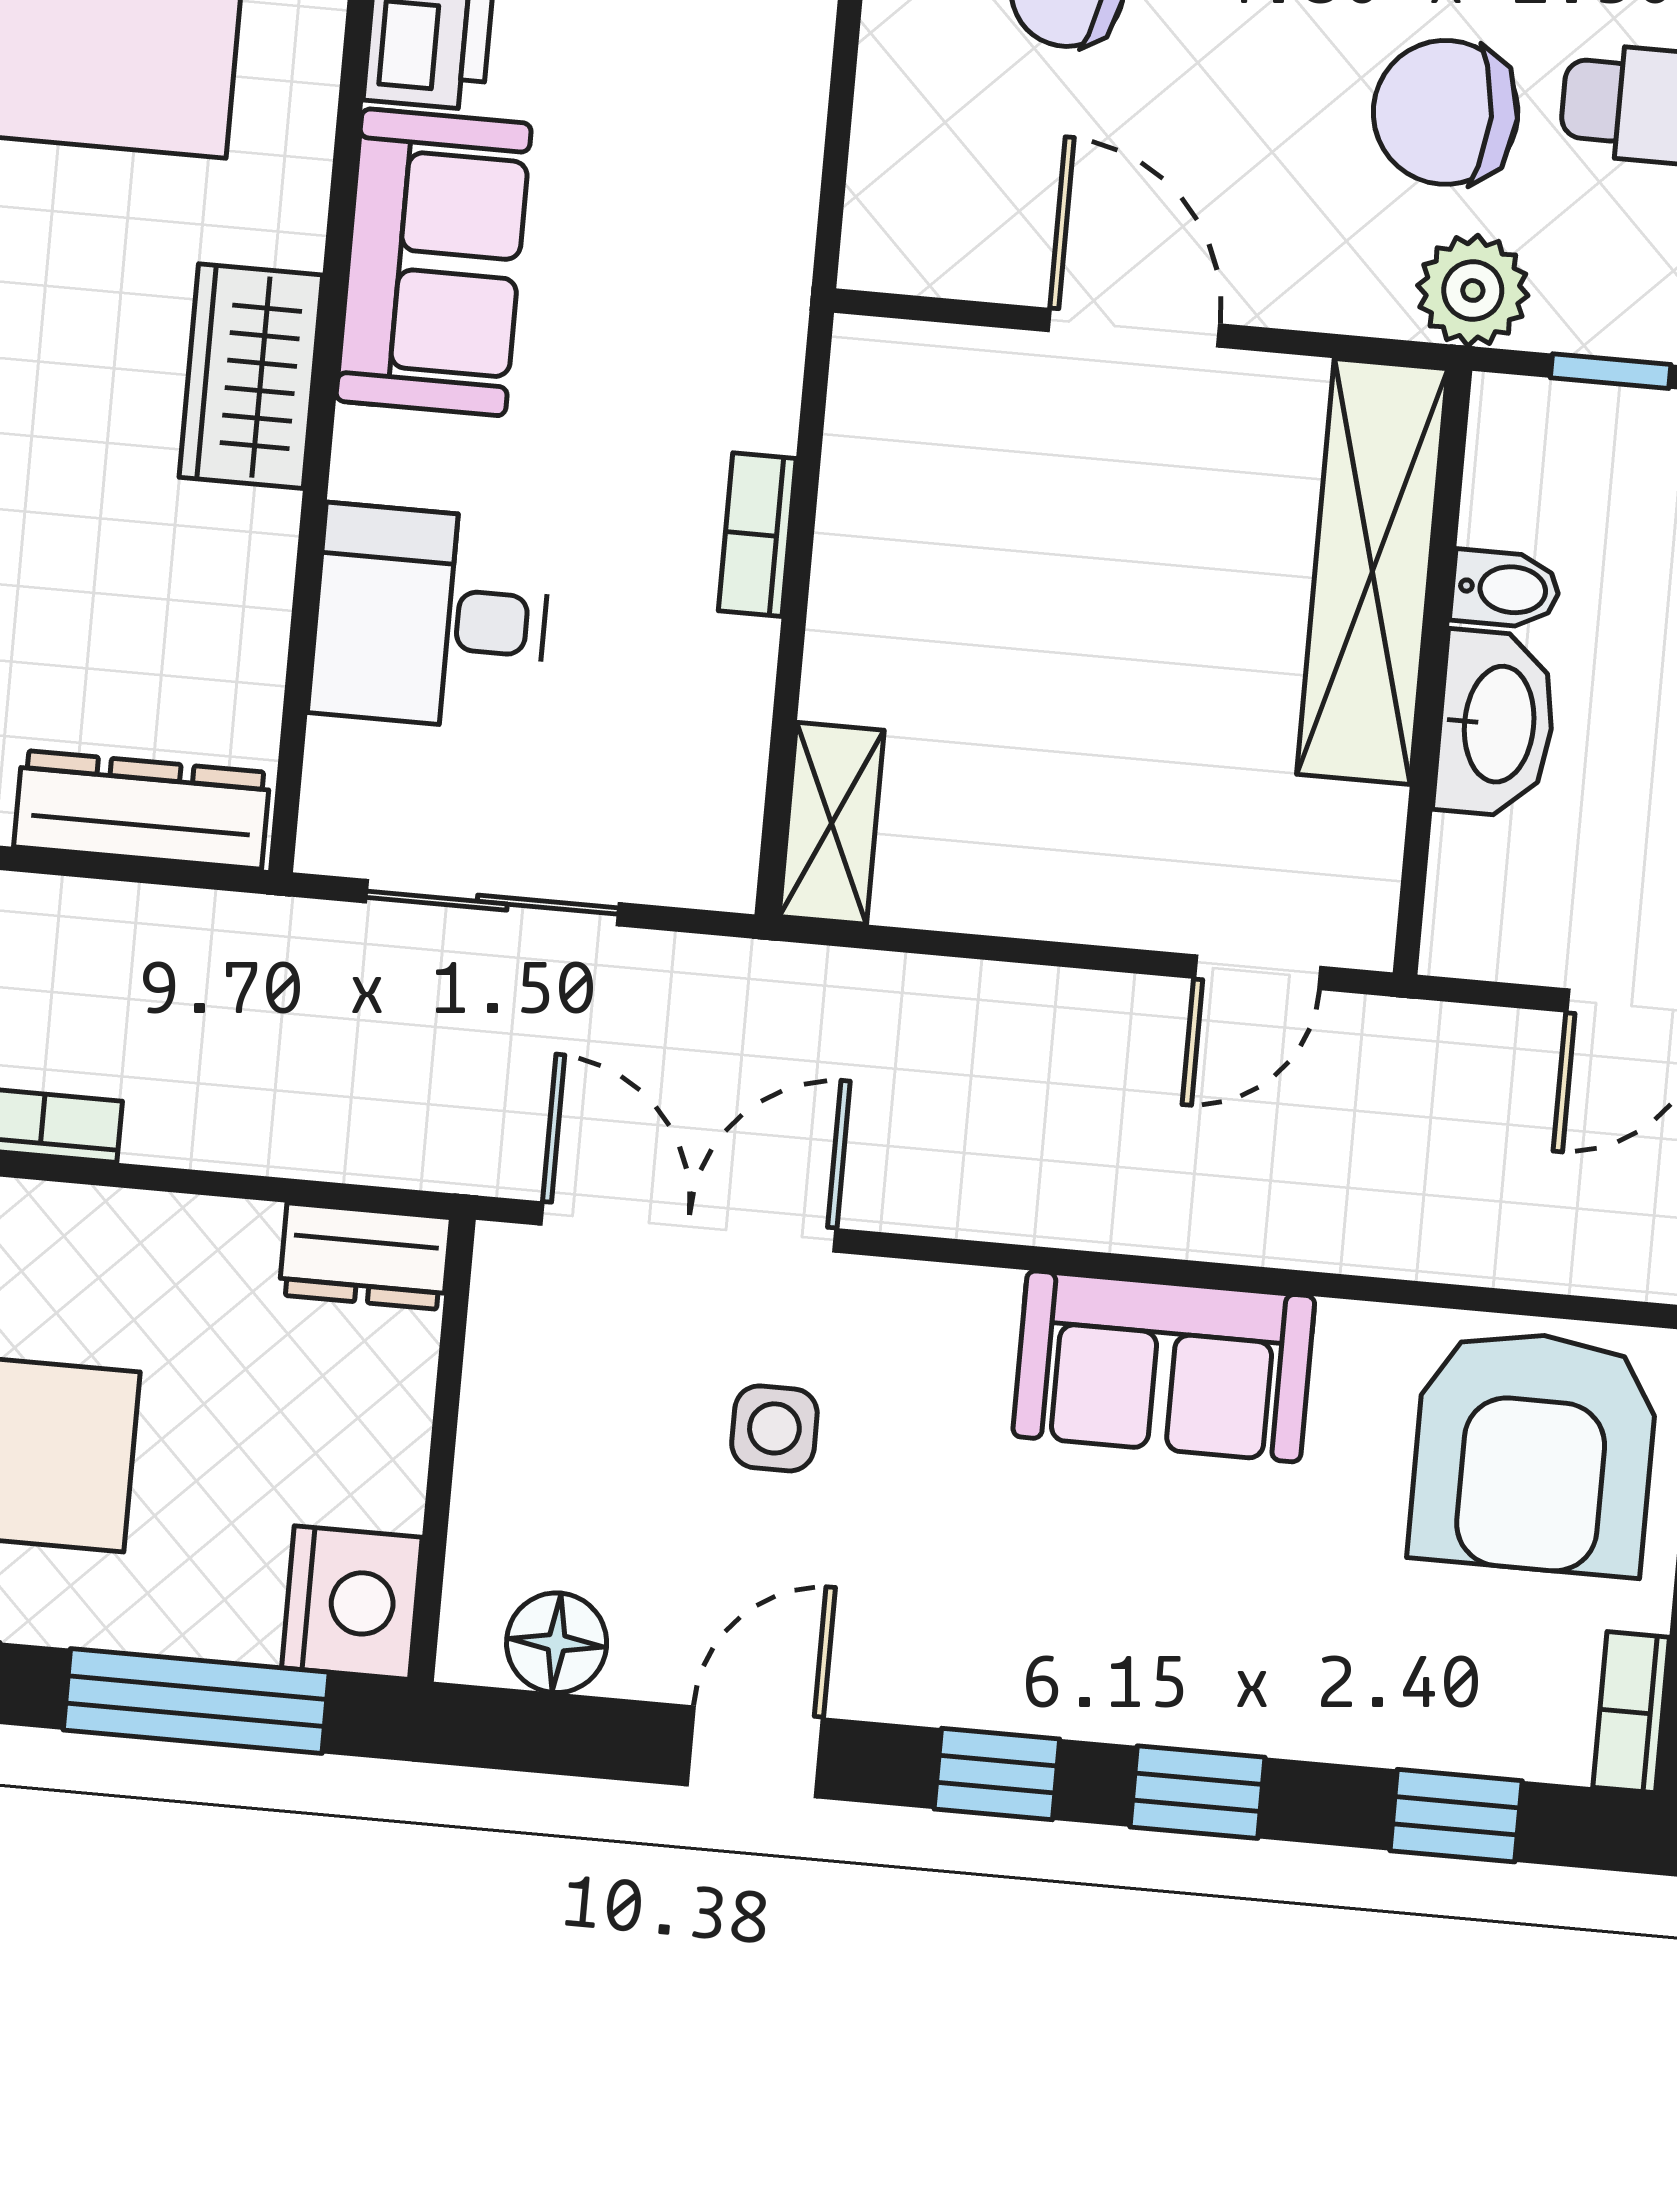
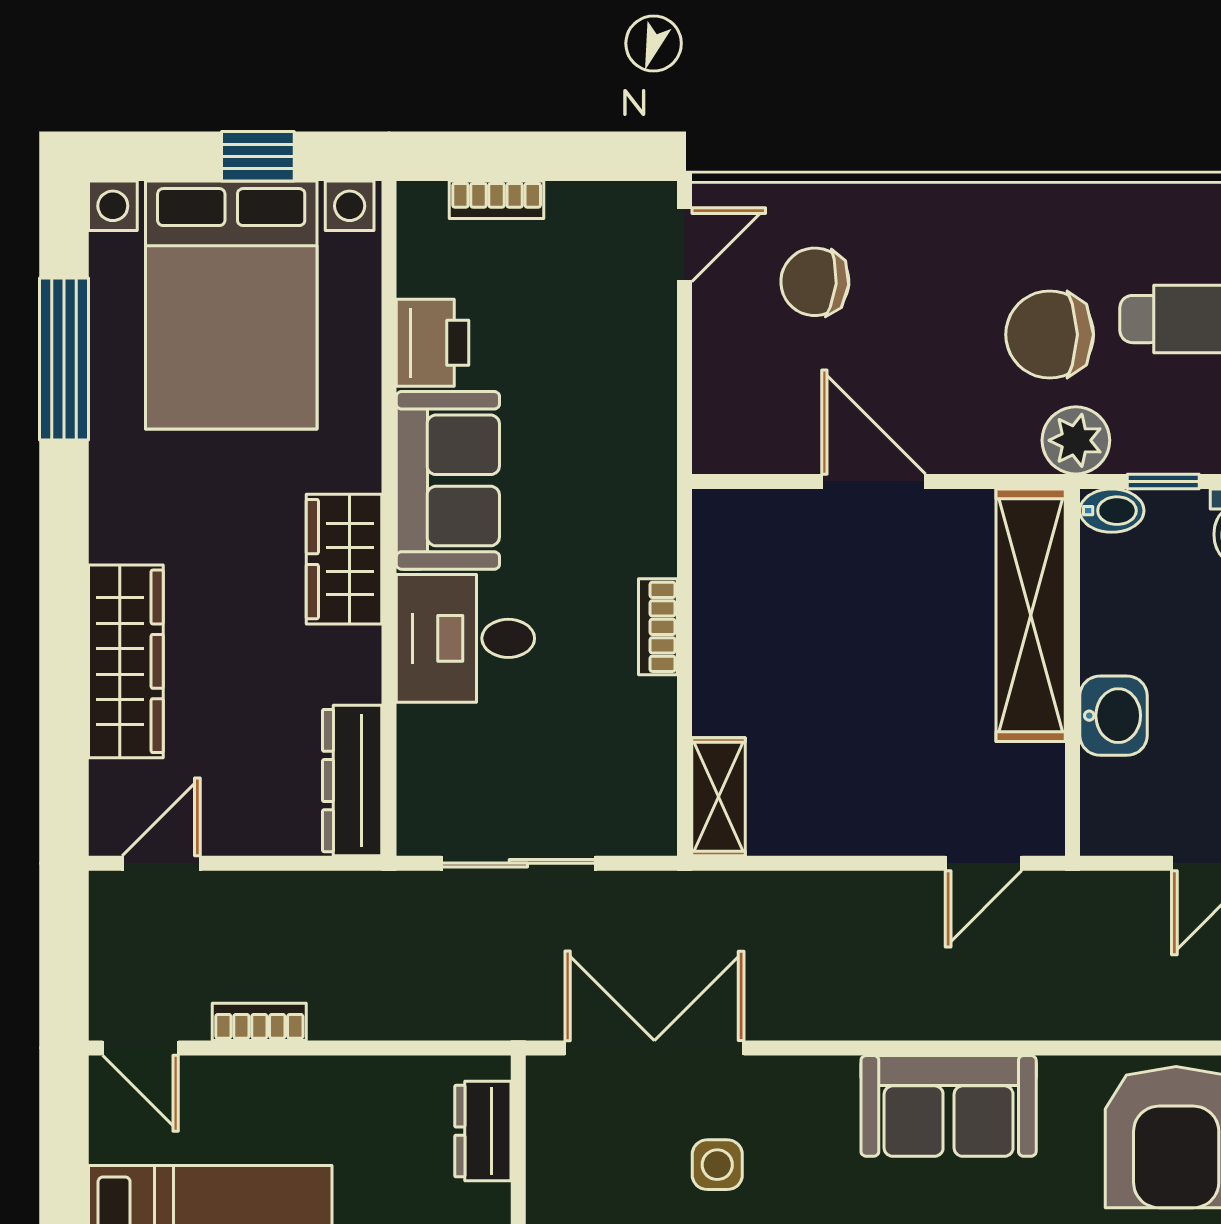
bidet: (1505, 589) -> (1112, 511), moved
desk: (430, 618) -> (465, 638), moved
washbasin: (1496, 724) -> (1113, 716), width x0.72
dresser: (142, 810) -> (352, 781), moved, turned -90
dresser: (365, 1256) -> (483, 1131), moved, turned 90

